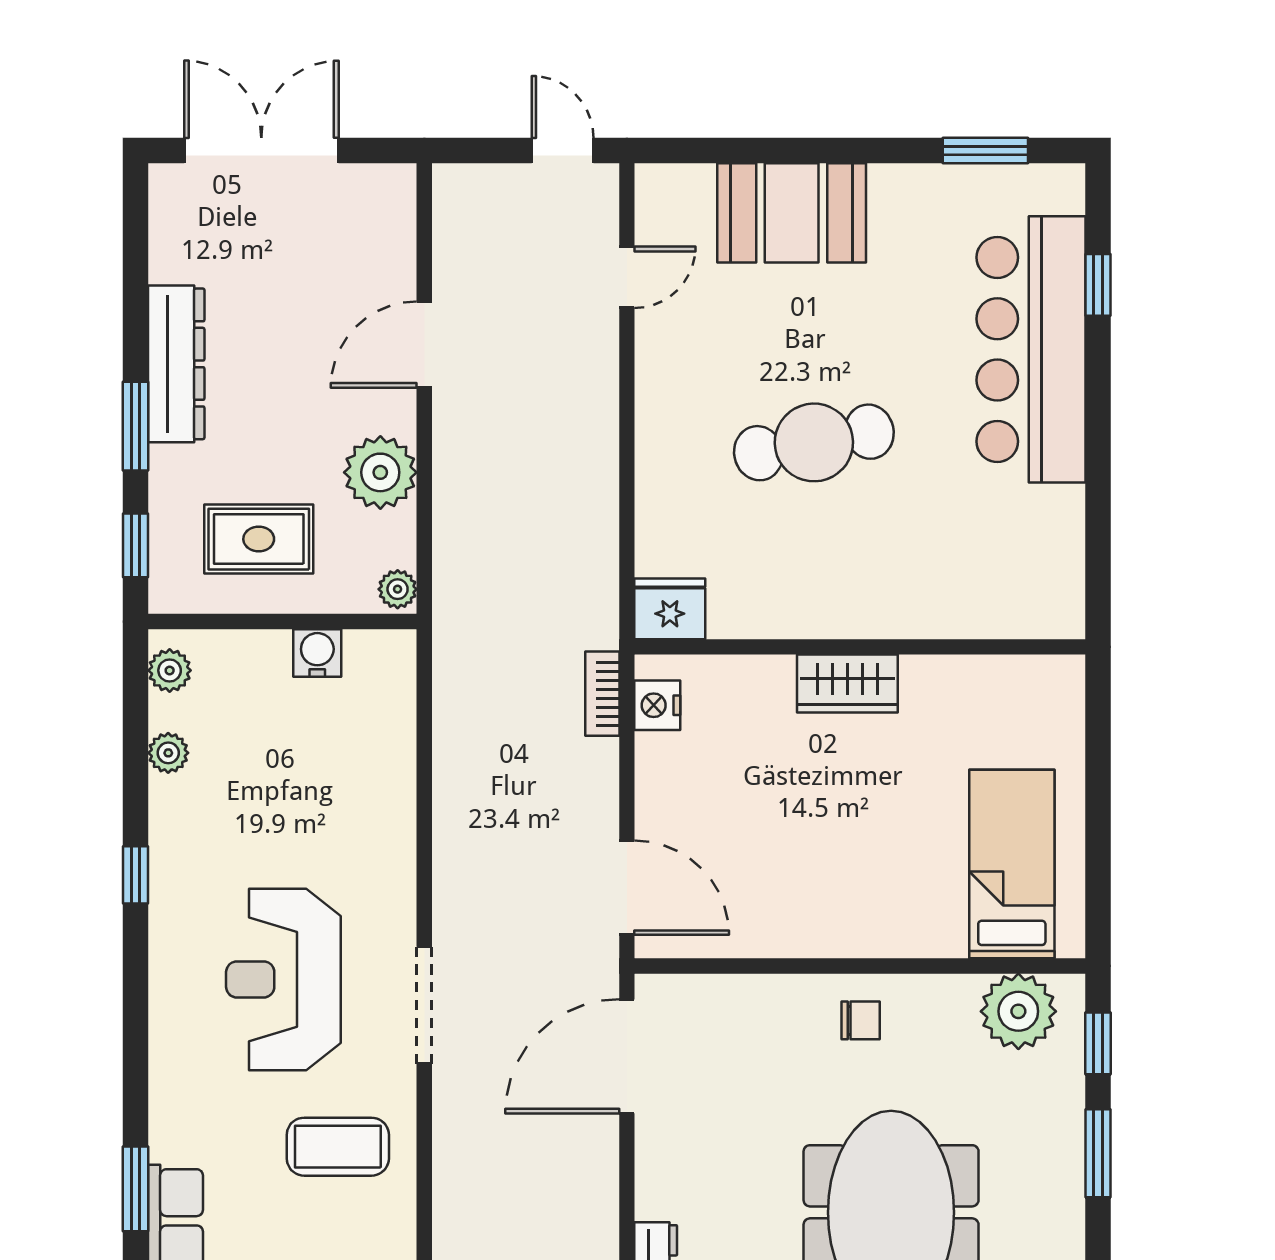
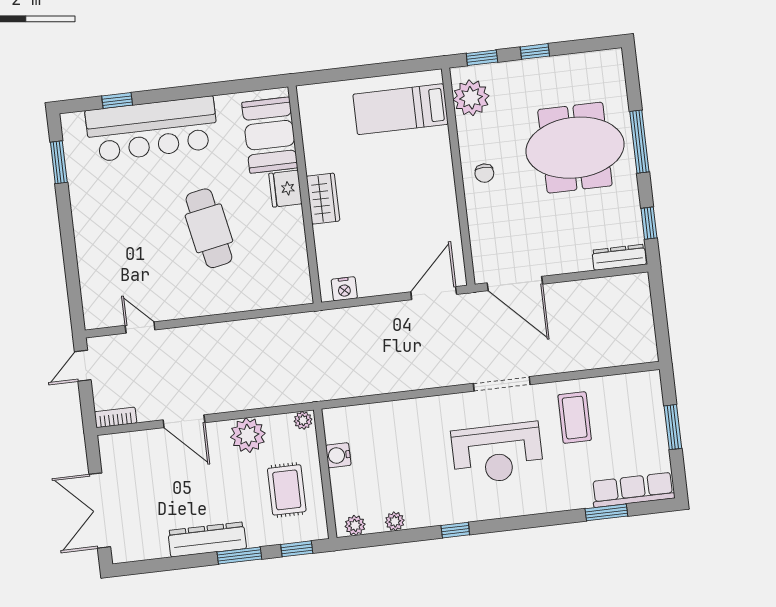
booth: (792, 213) -> (270, 135), moved
fridge: (670, 609) -> (285, 189), moved
bookcase: (602, 694) -> (116, 417), moved, turned 180
chair: (861, 1020) -> (484, 173), turned 180
window: (1098, 1153) -> (535, 51), width x0.67

